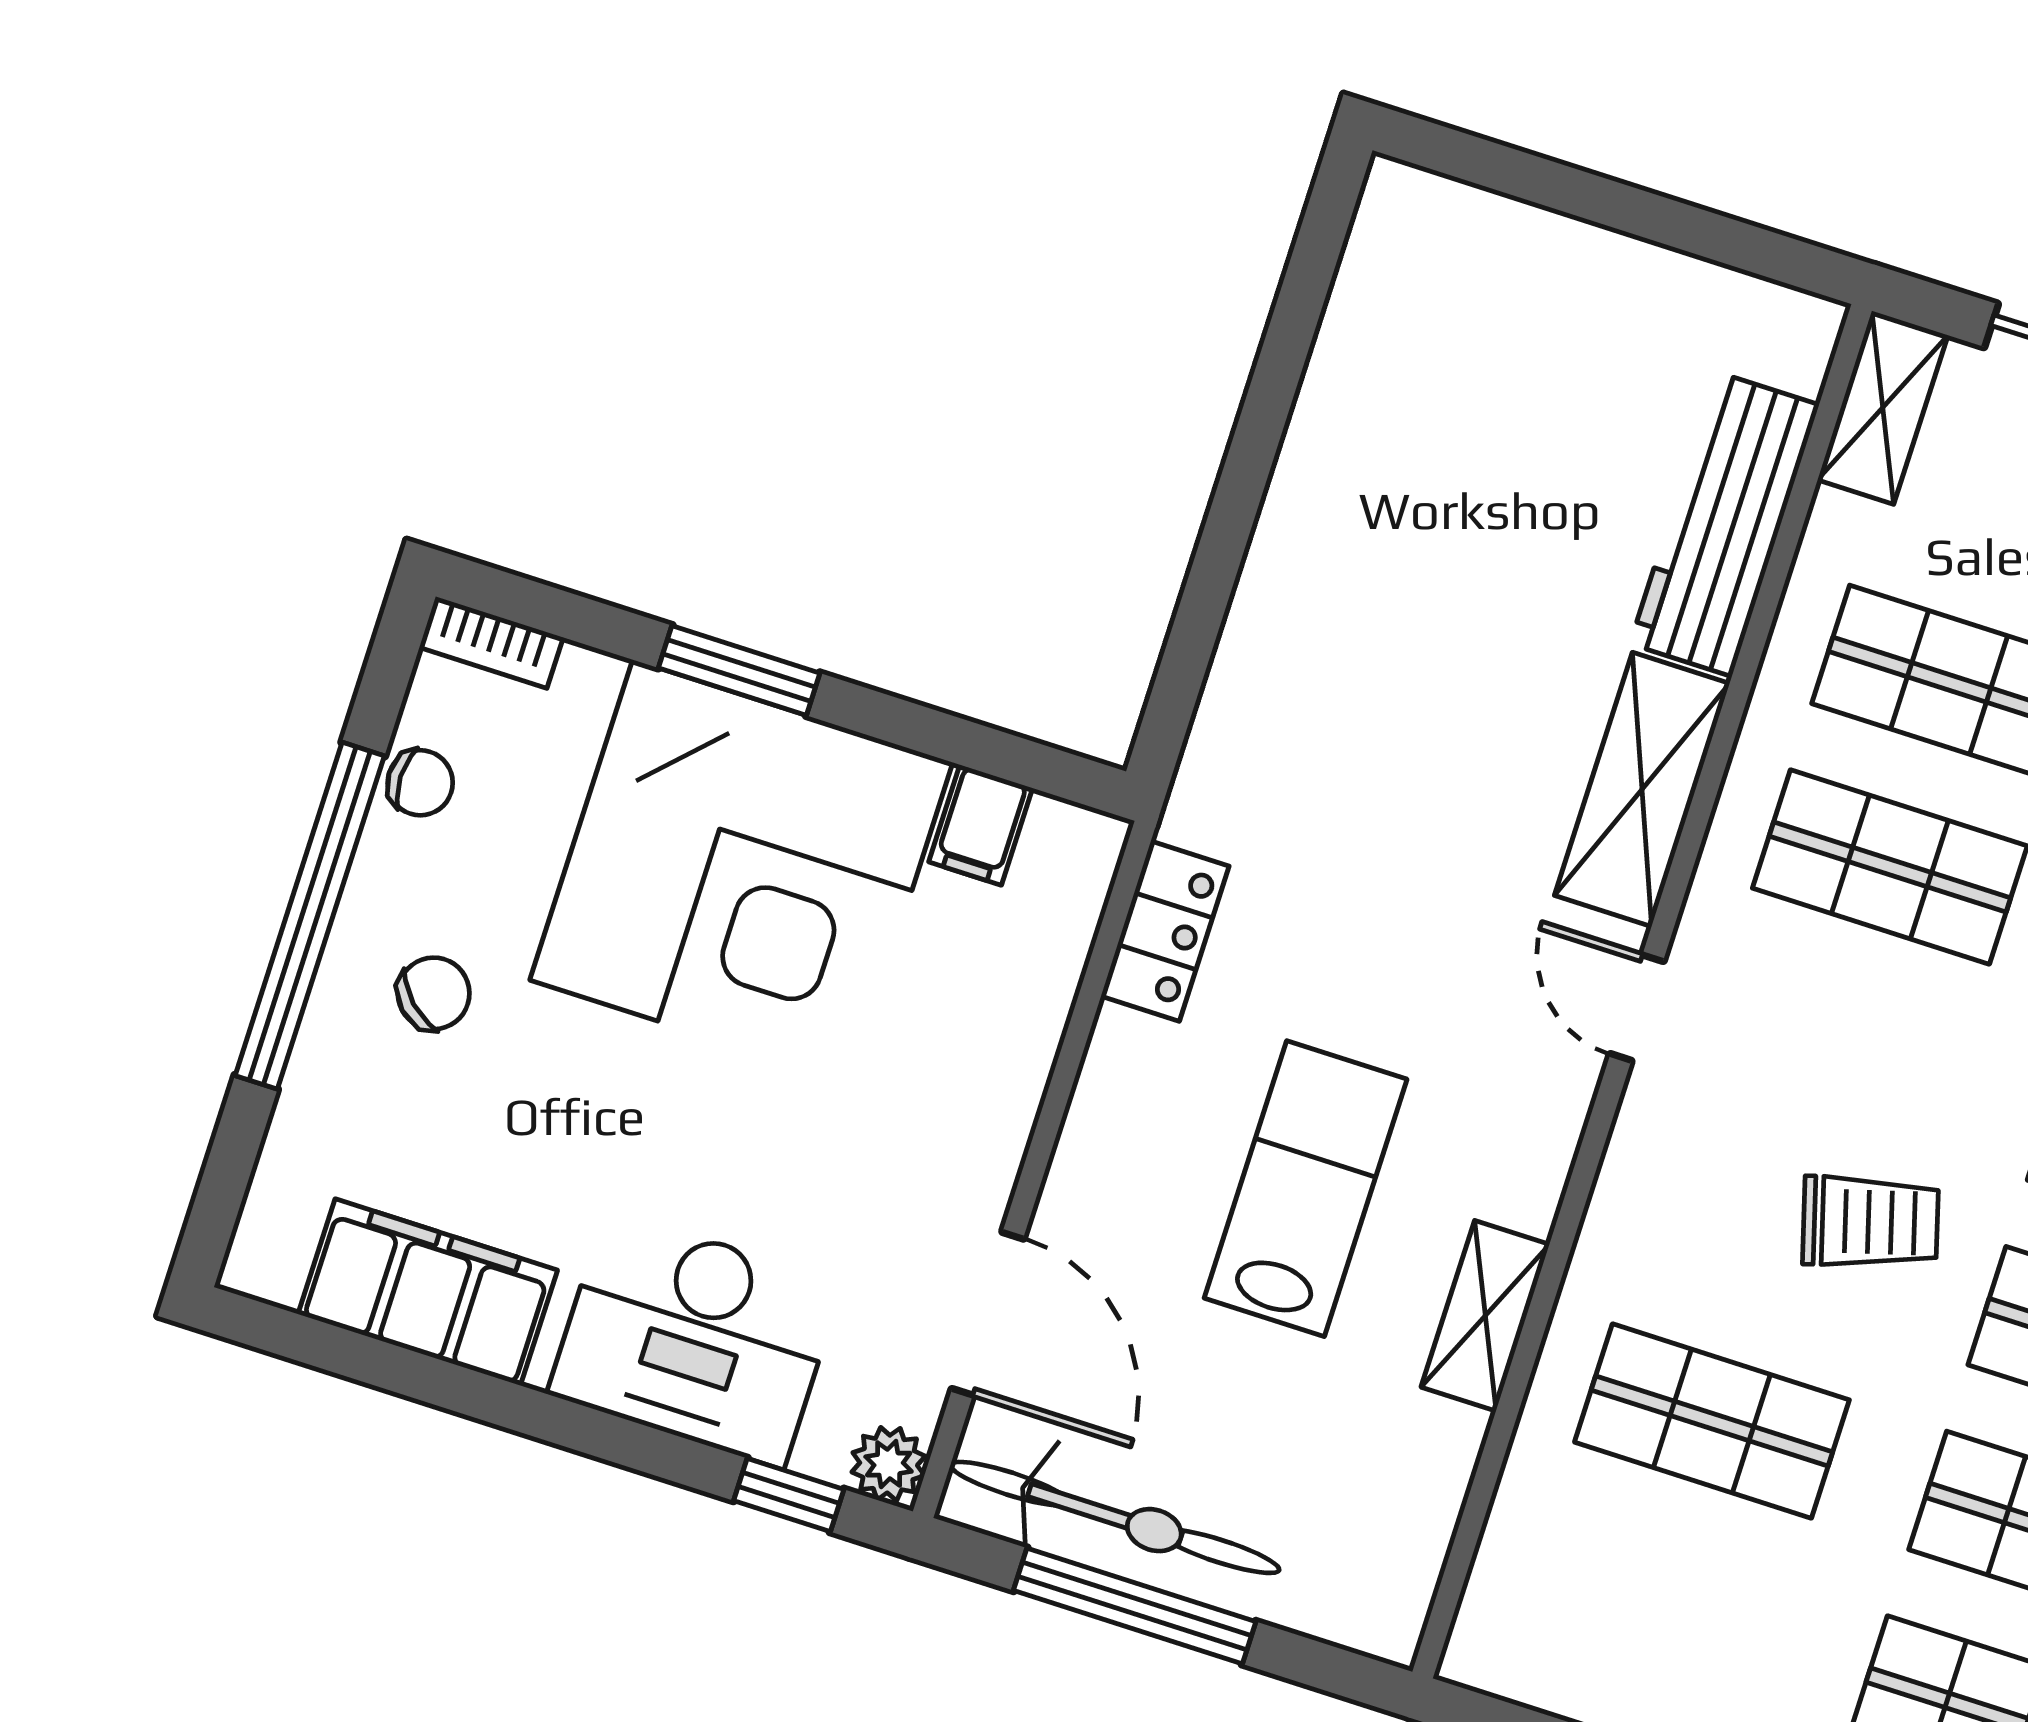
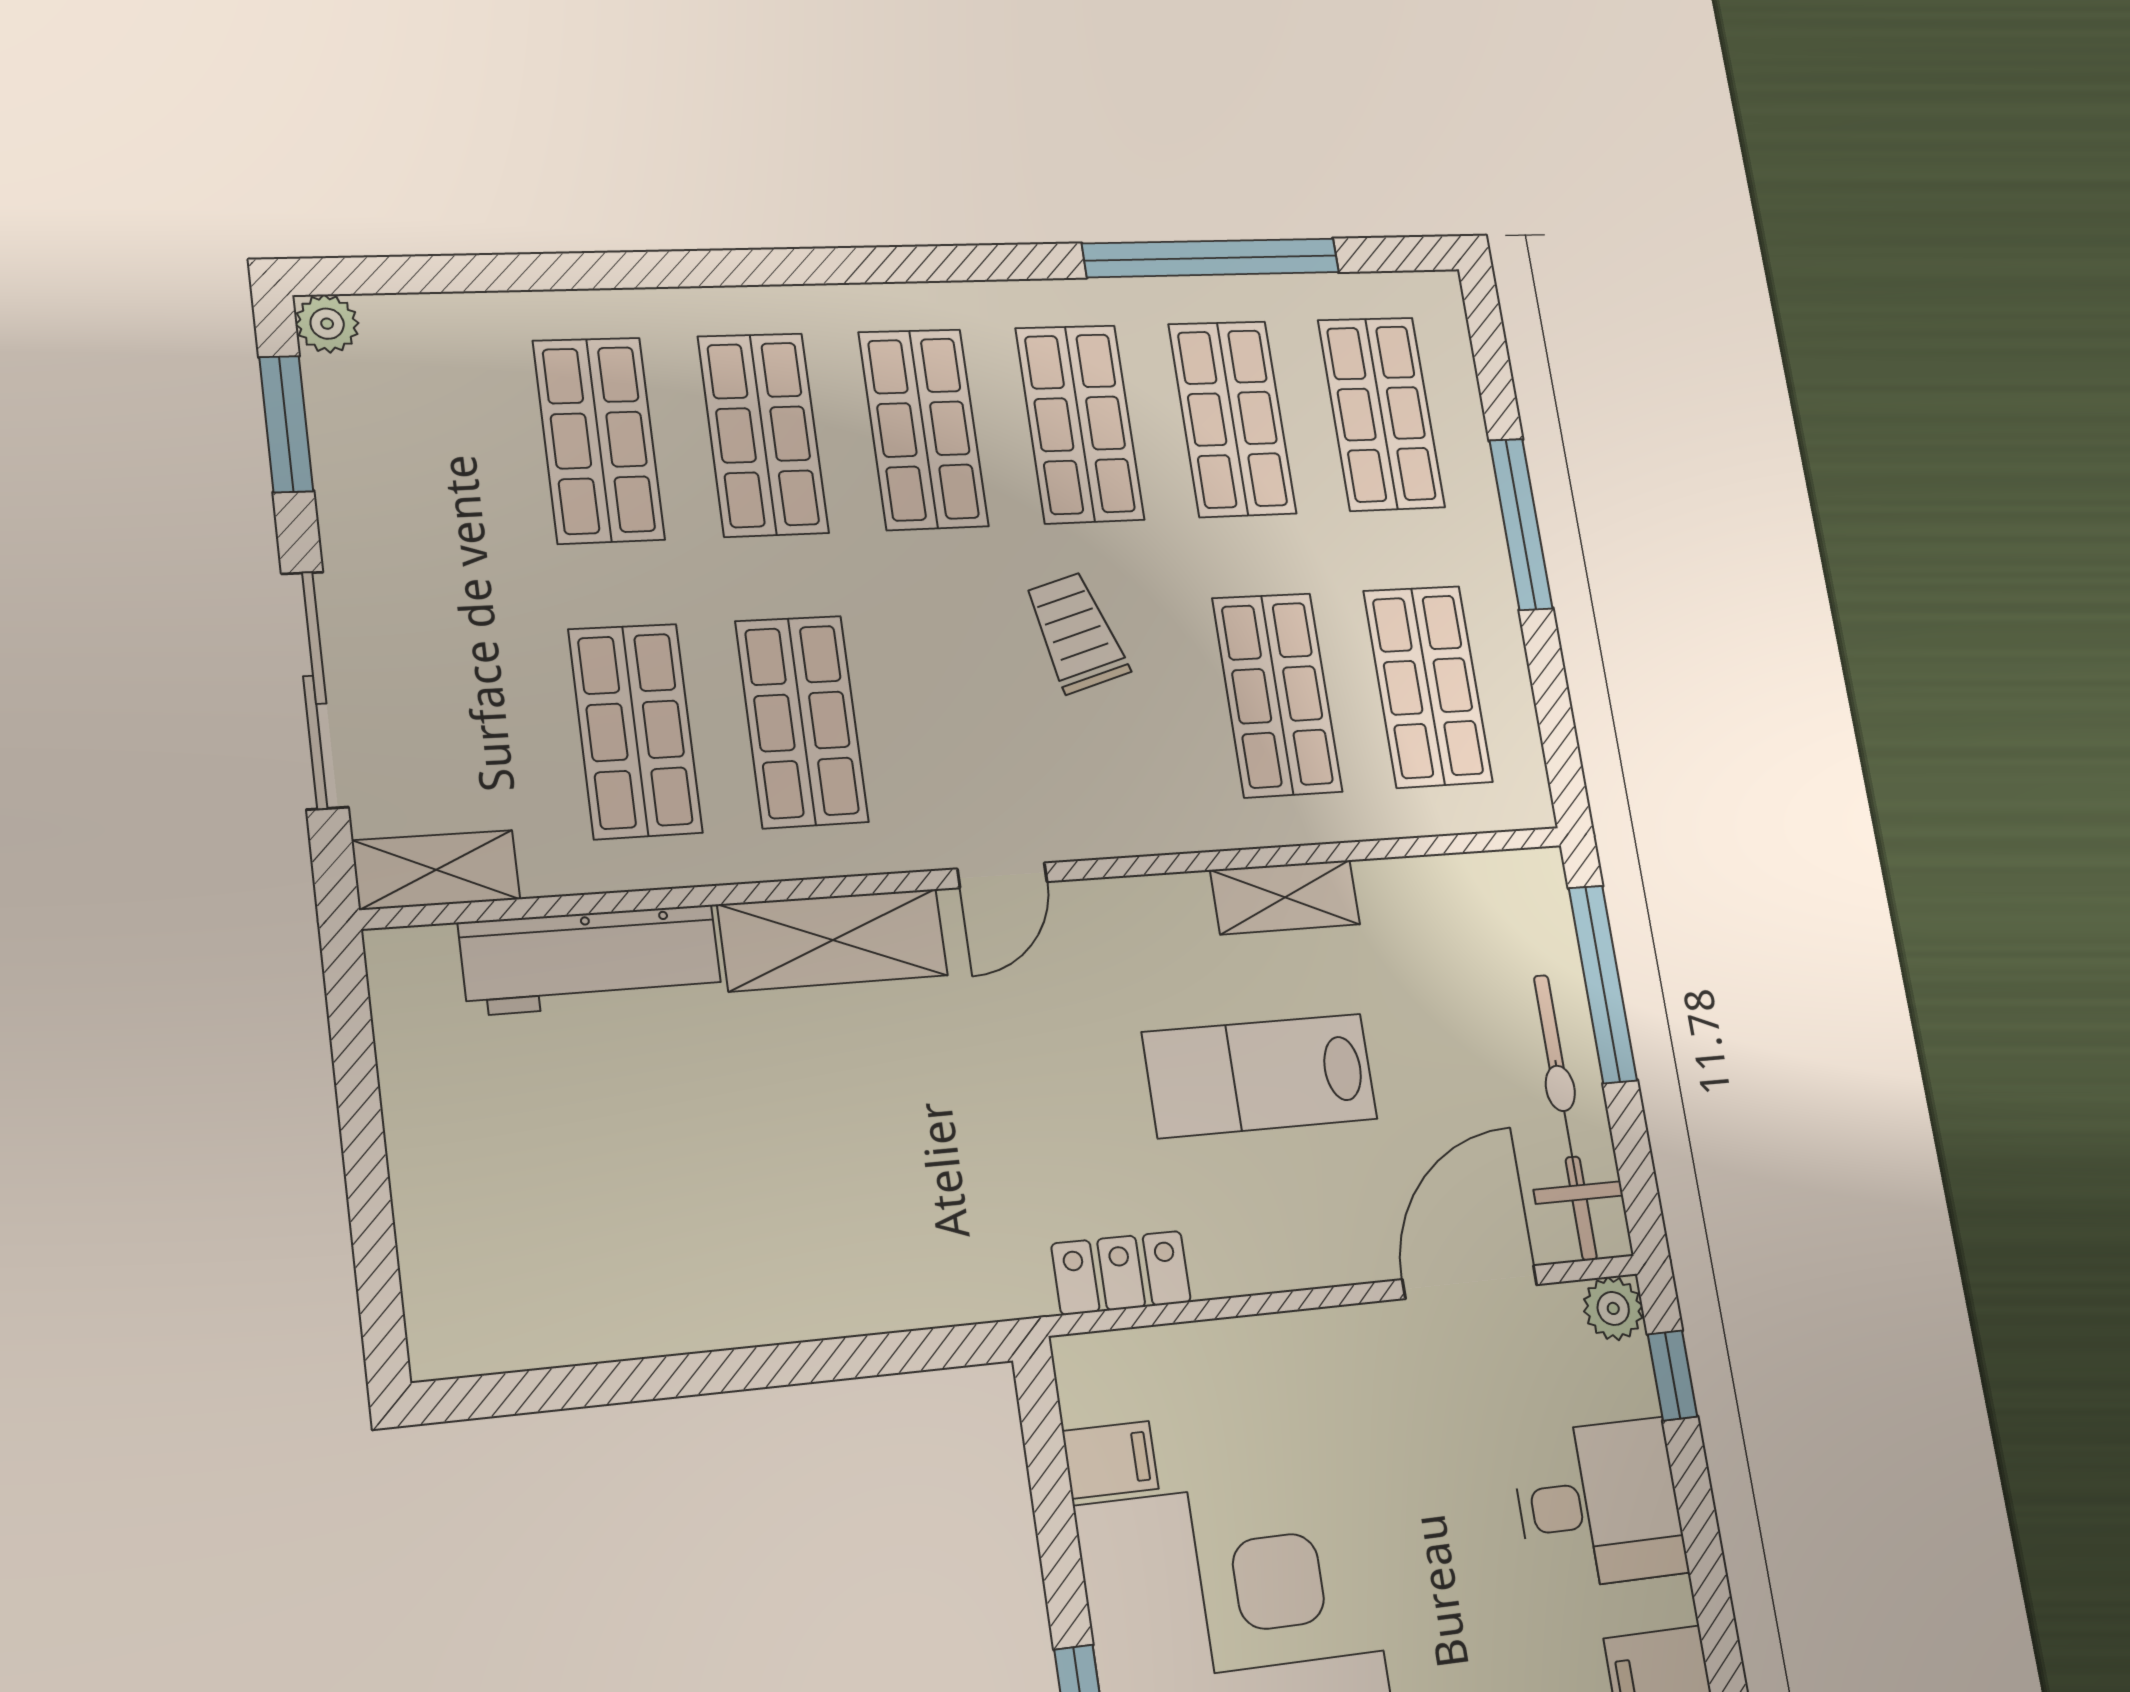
desk: (695, 1338) -> (1599, 1504), width x0.73
window: (1135, 1606) -> (1603, 984), moved
shop shelf: (1653, 1606) -> (1428, 686), added

